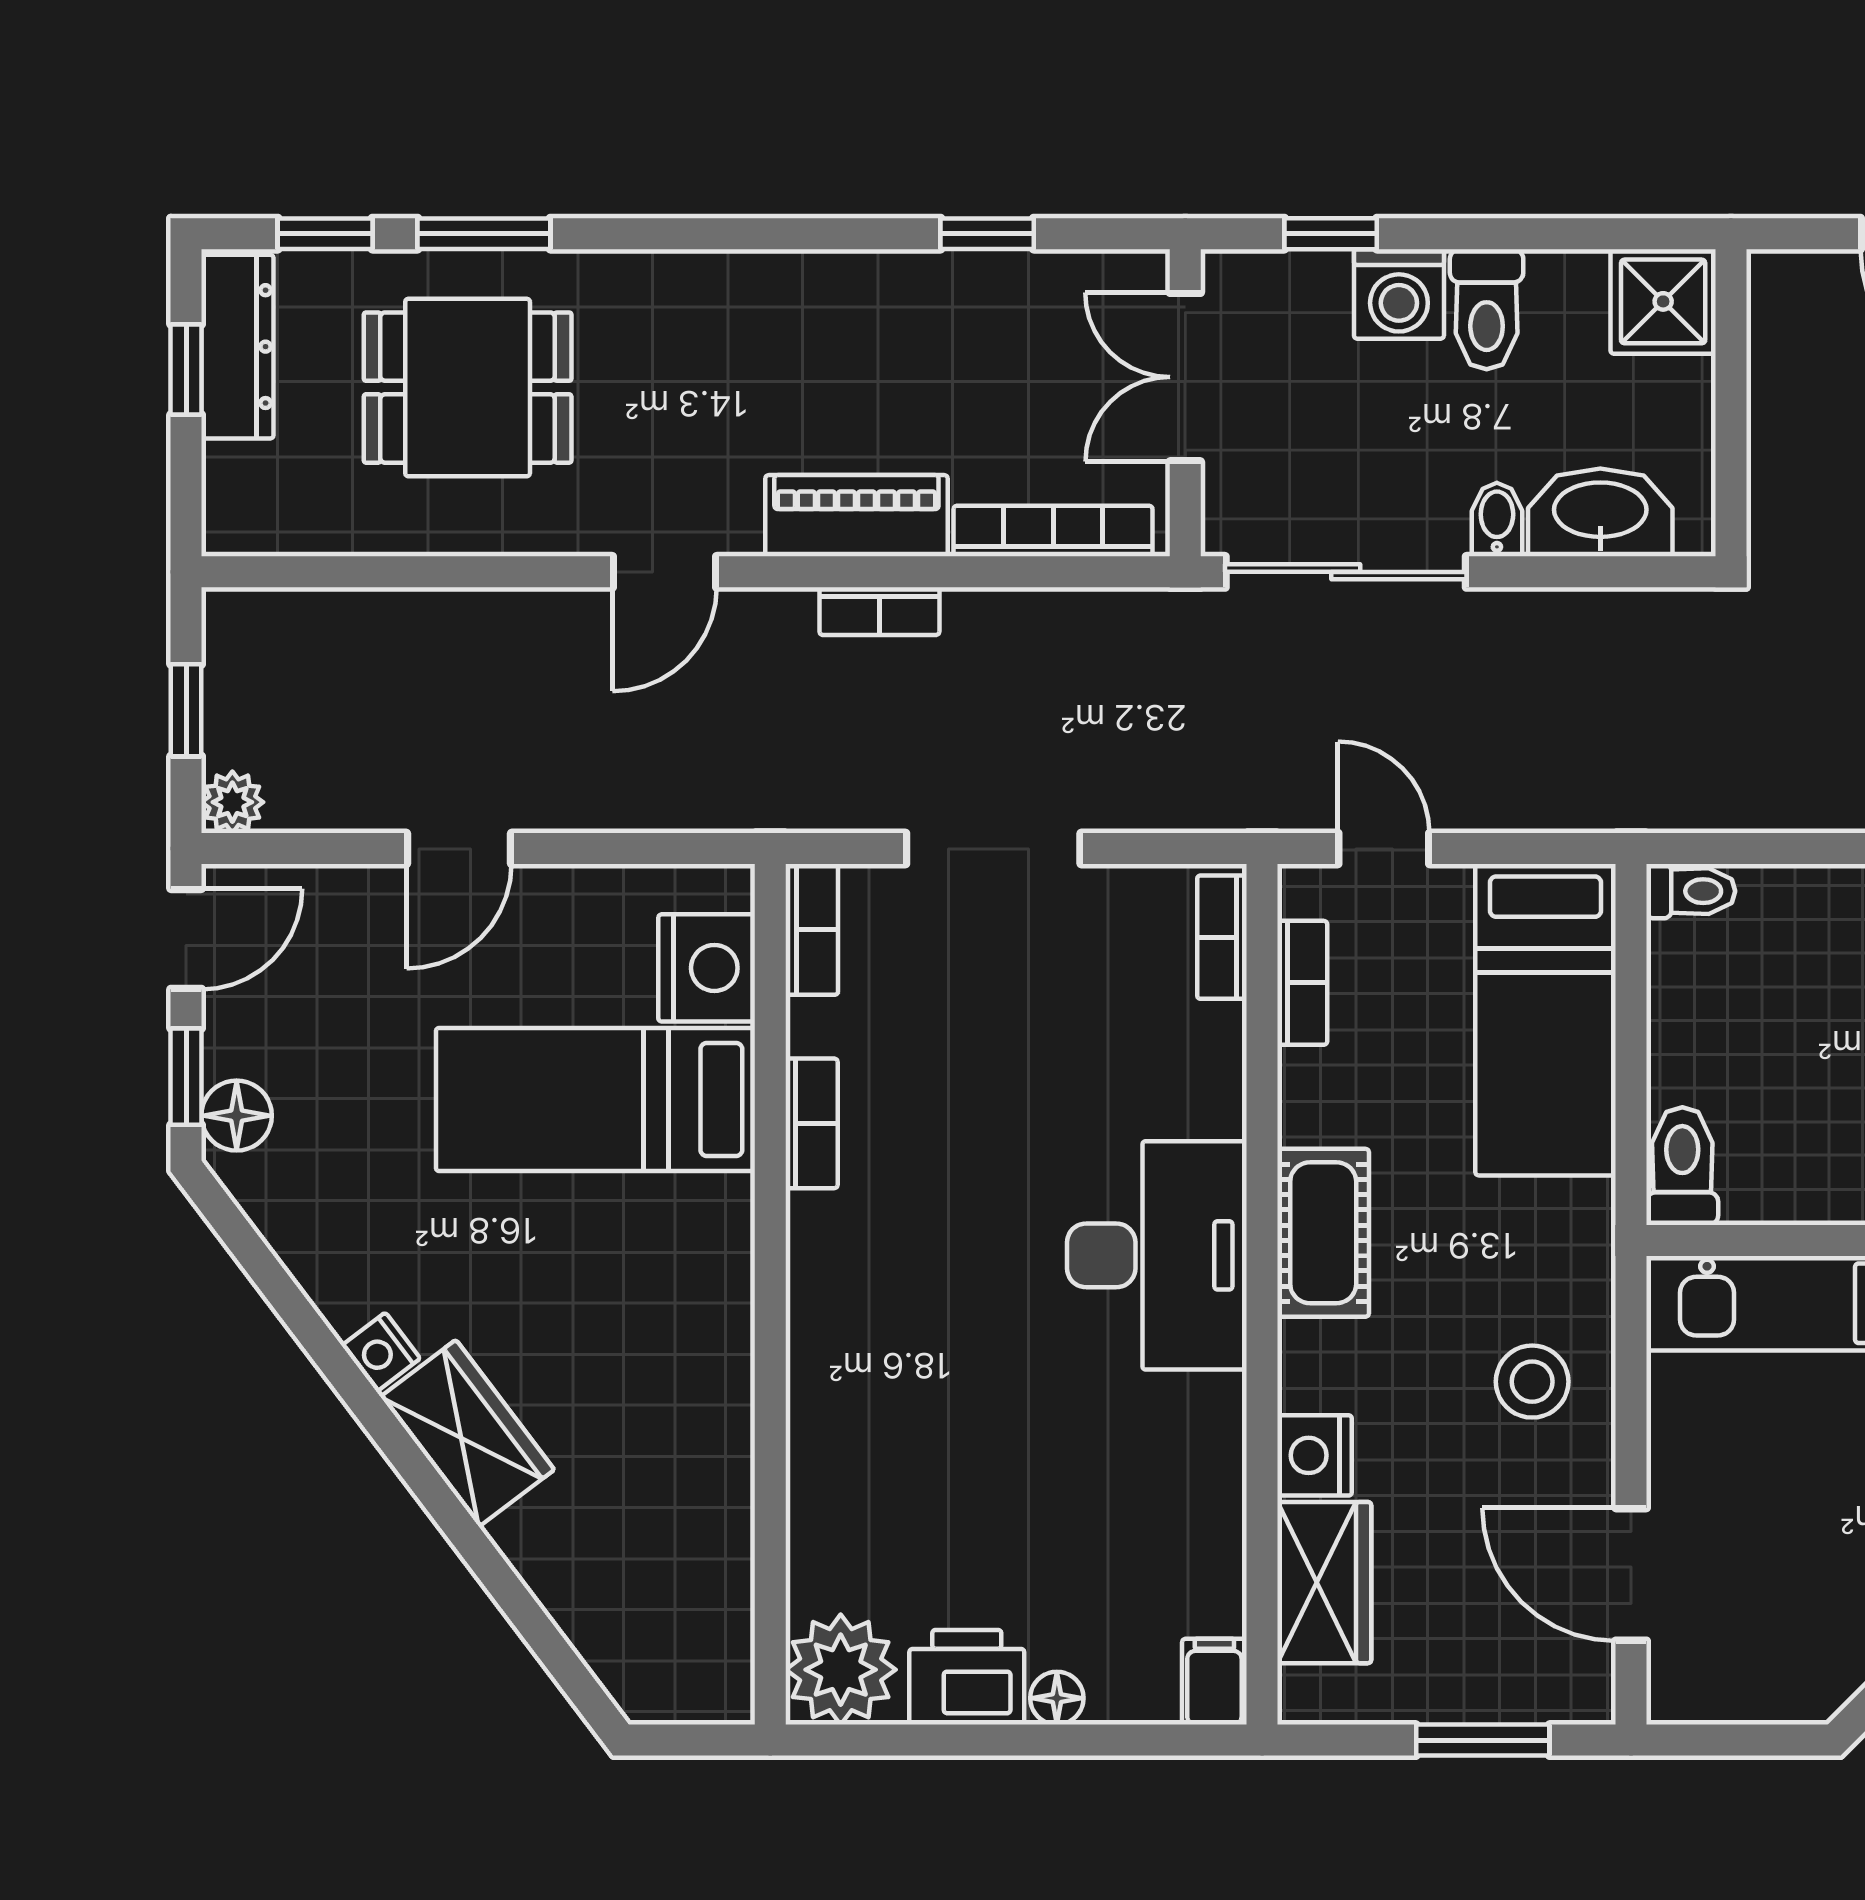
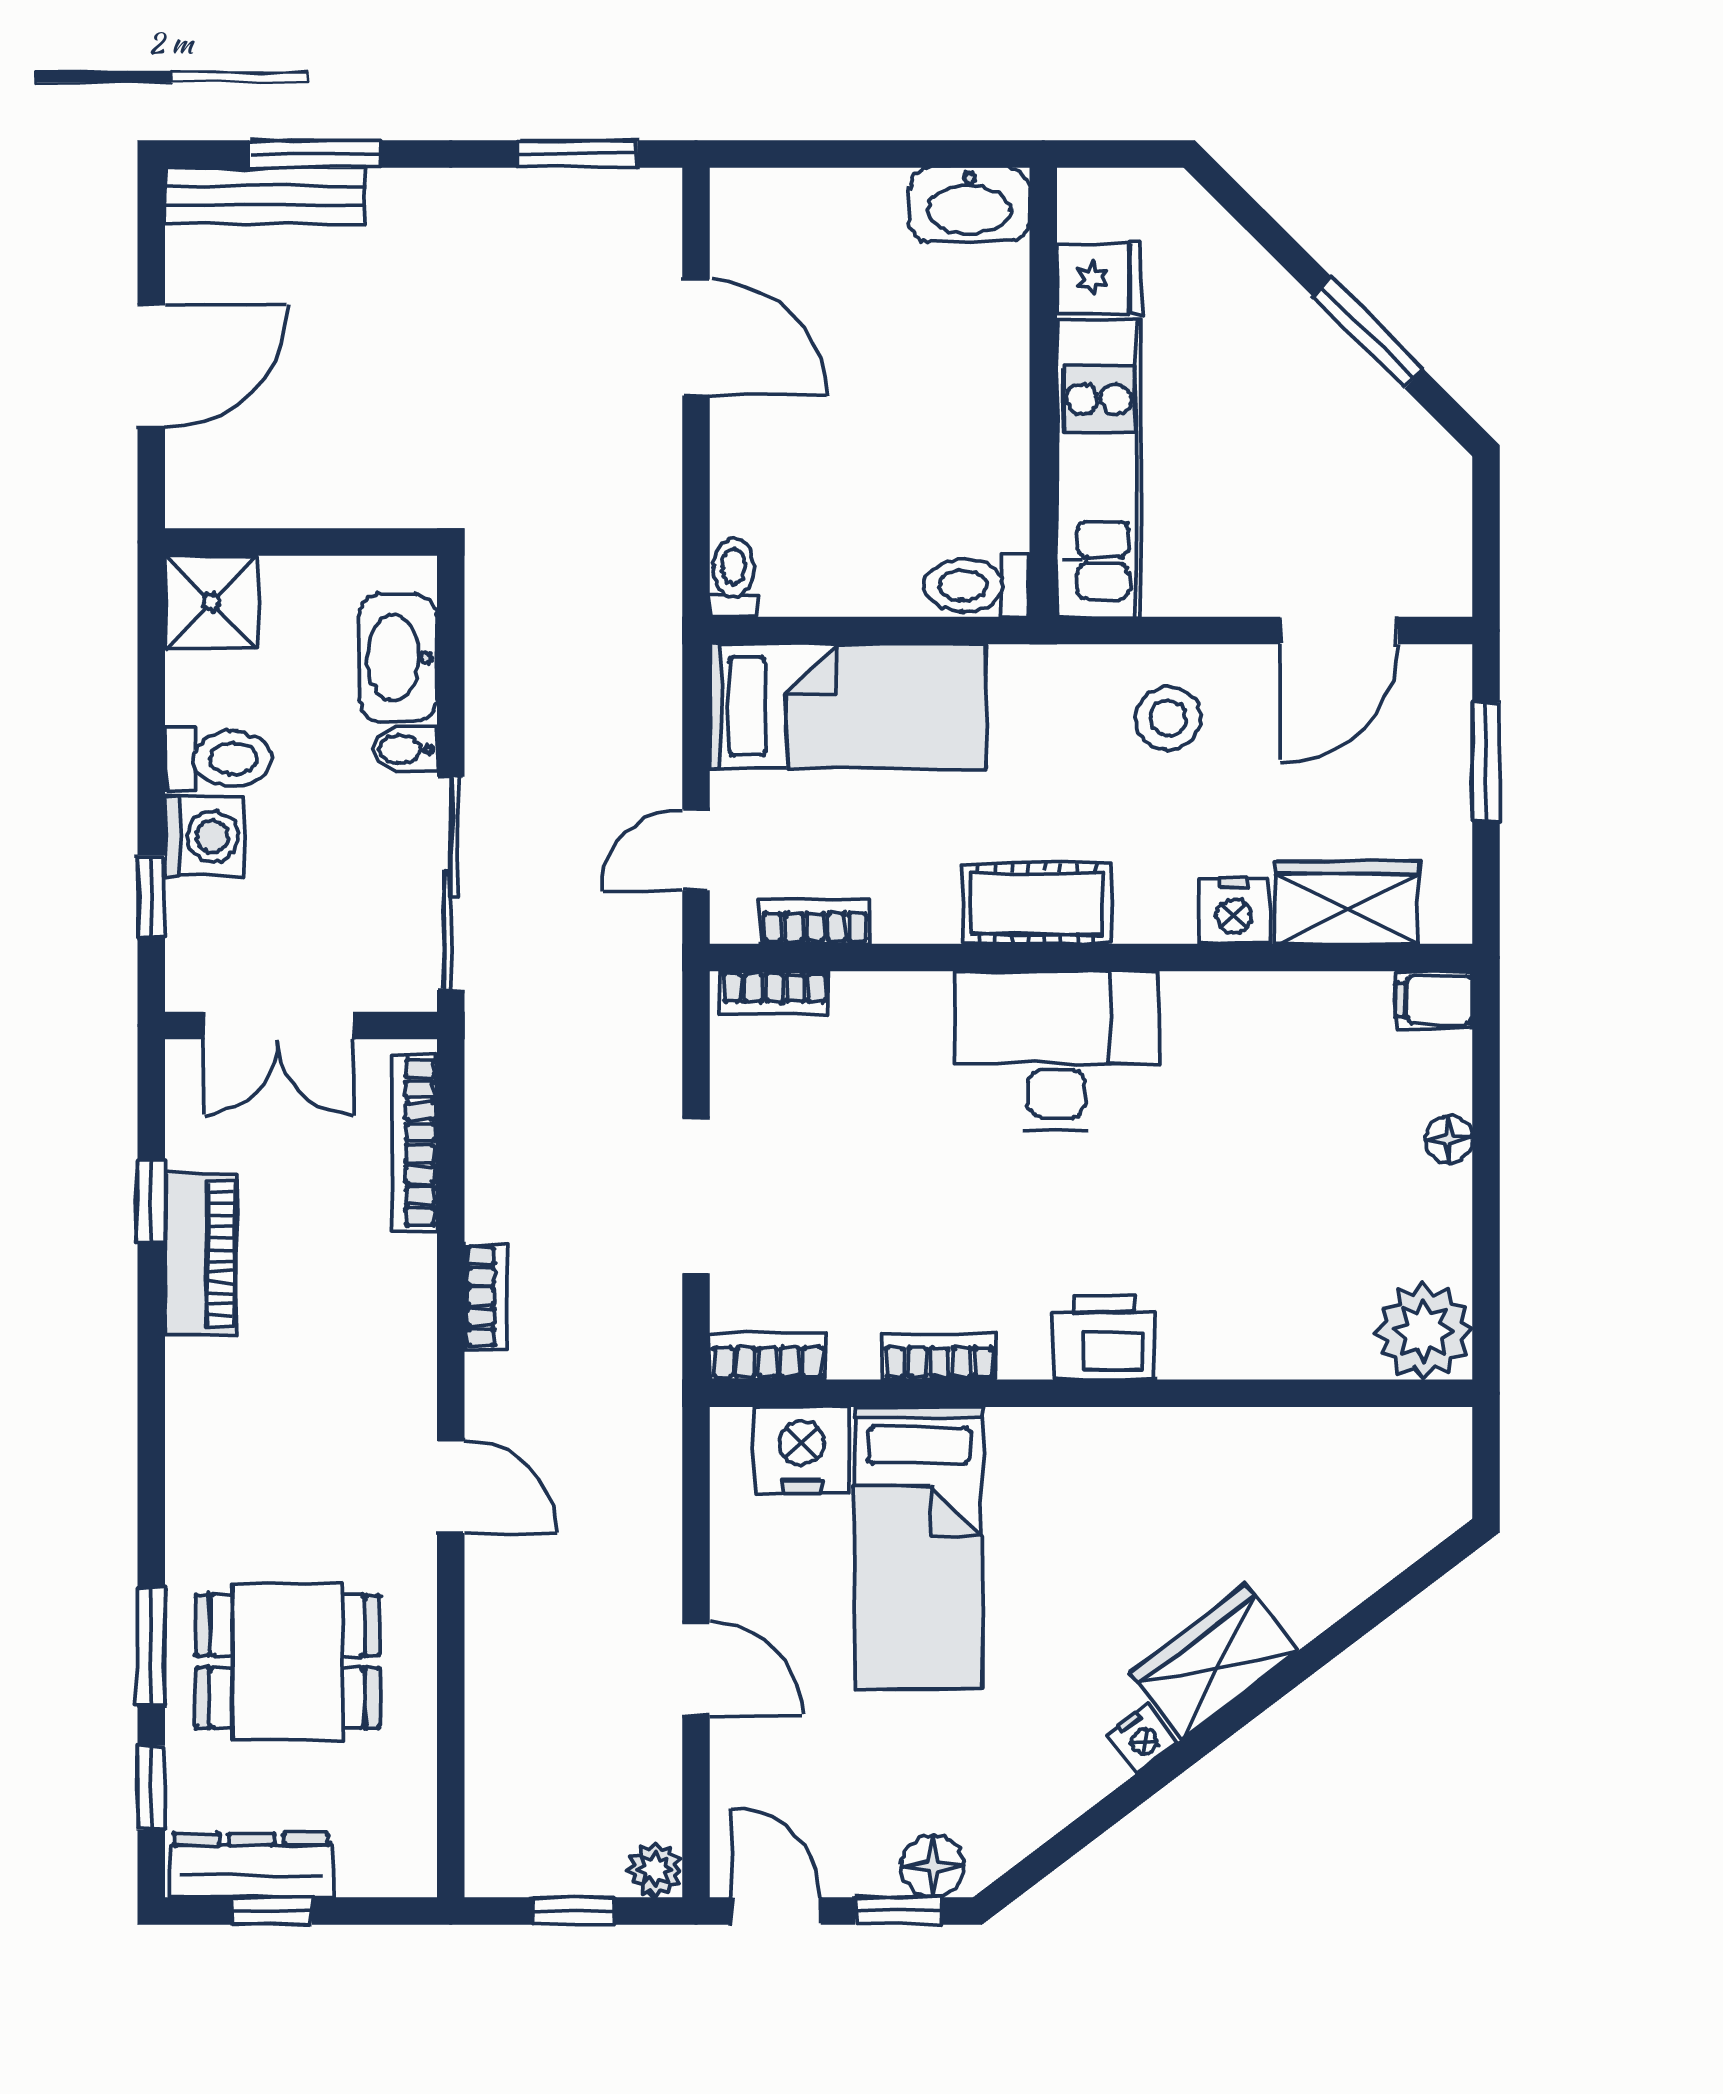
dining table: (468, 388) -> (288, 1662), turned 90
piano: (856, 516) -> (201, 1254), moved, turned 180
printer: (967, 1677) -> (1104, 1338), moved, turned 90

